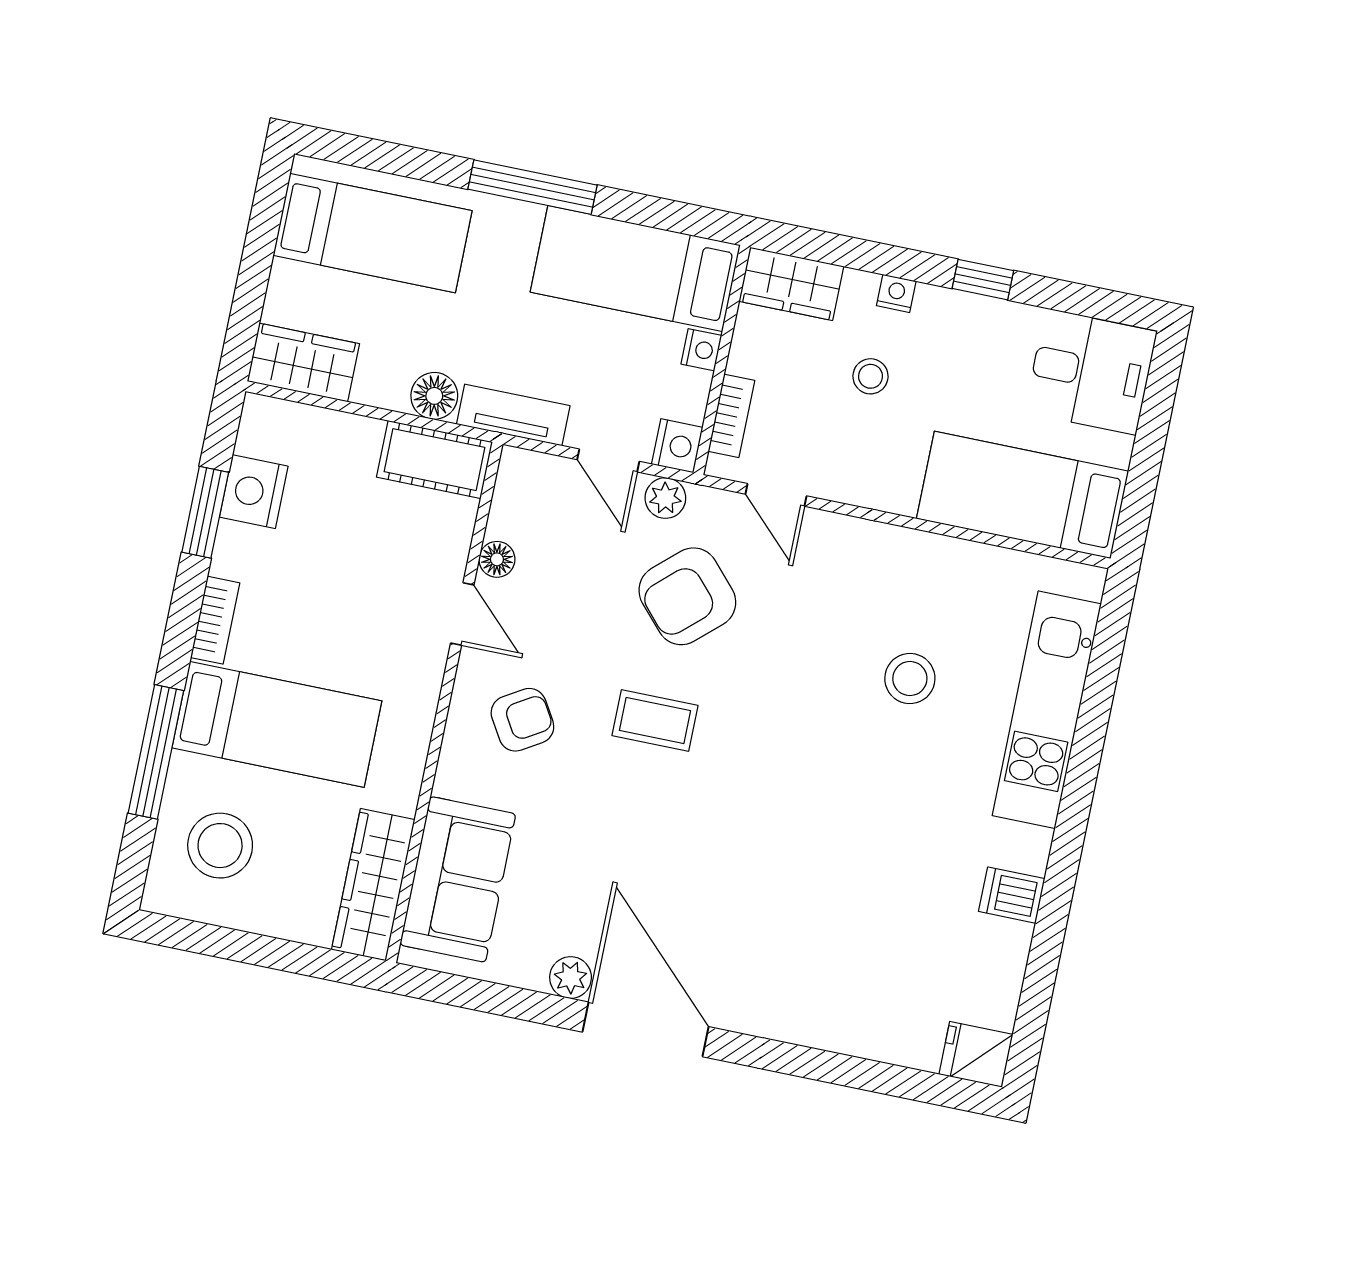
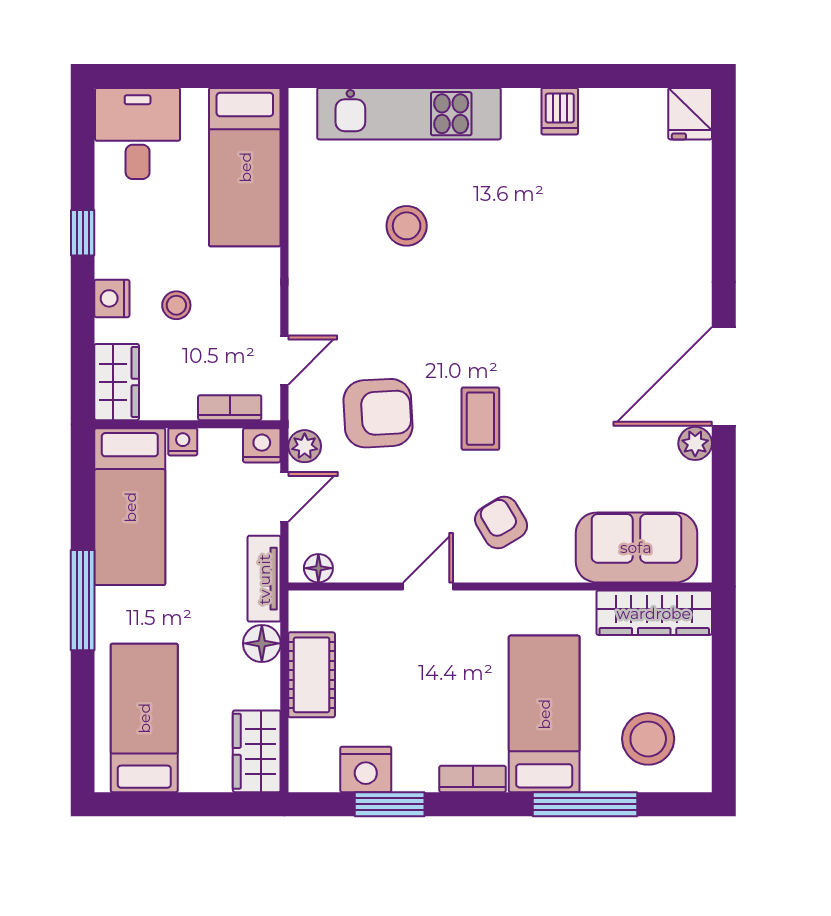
nightstand: (896, 293) -> (112, 298), width x1.39, depth x1.35
cot: (435, 460) -> (312, 675), moved
floor lamp: (497, 559) -> (318, 568), moved
armchair: (687, 596) -> (378, 413), turned -51

